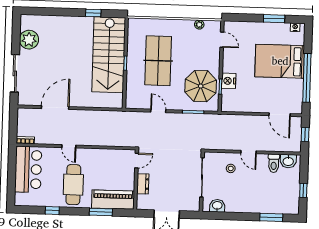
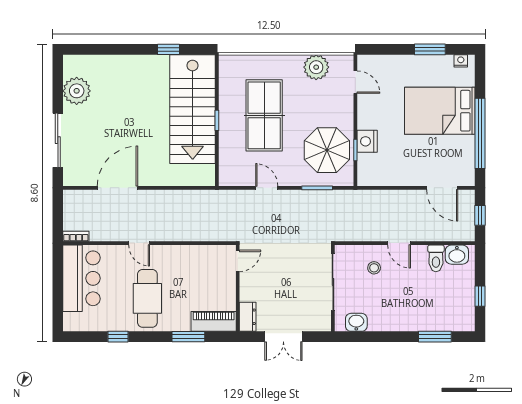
plant: (199, 25) -> (316, 67), width x1.88, depth x1.88
dresser: (143, 184) -> (248, 317), moved
piano: (113, 200) -> (214, 321), width x0.73, depth x0.75

